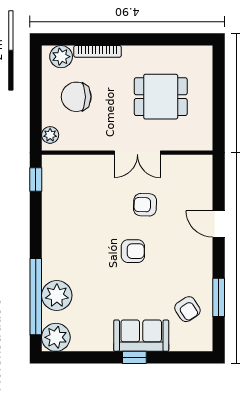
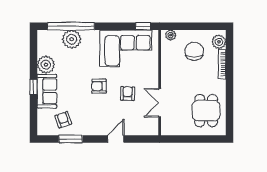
dining table: (161, 97) -> (206, 111), moved
double door: (137, 153) -> (160, 103), moved
corner sofa: (72, 208) -> (126, 48), added
armchair: (133, 251) -> (99, 86), turned 90
armchair: (187, 309) -> (63, 120), turned 104
plant: (56, 337) -> (46, 65), moved

